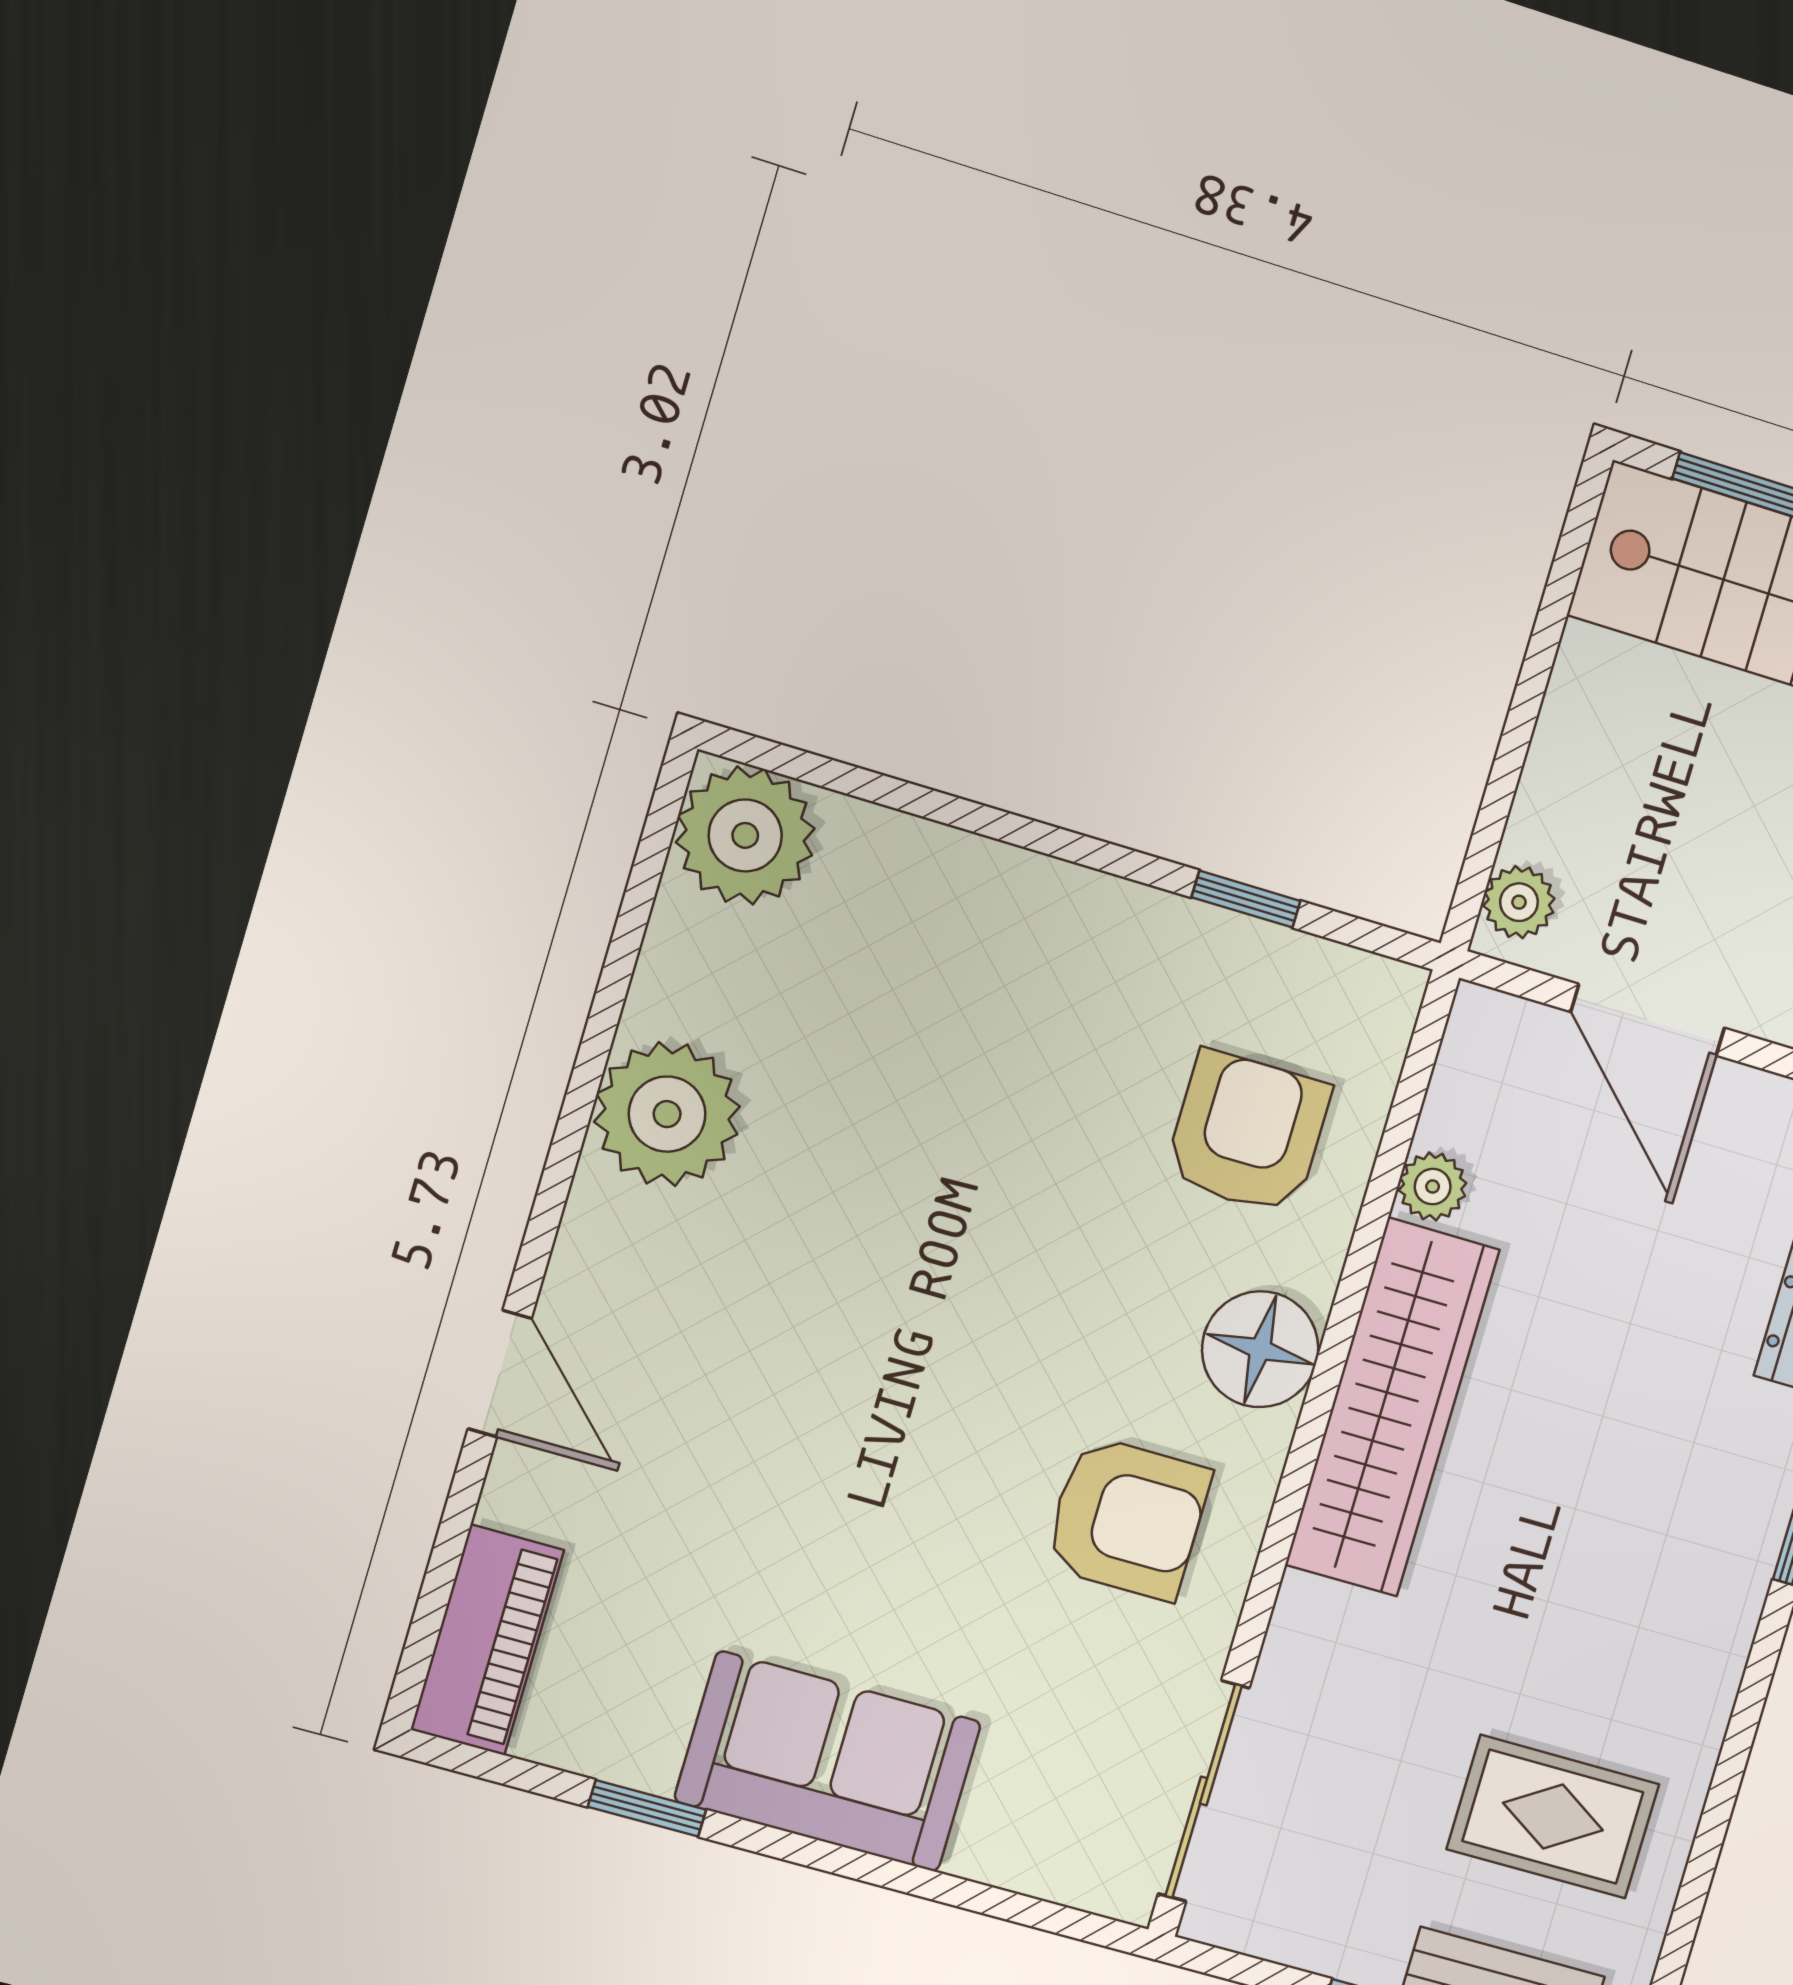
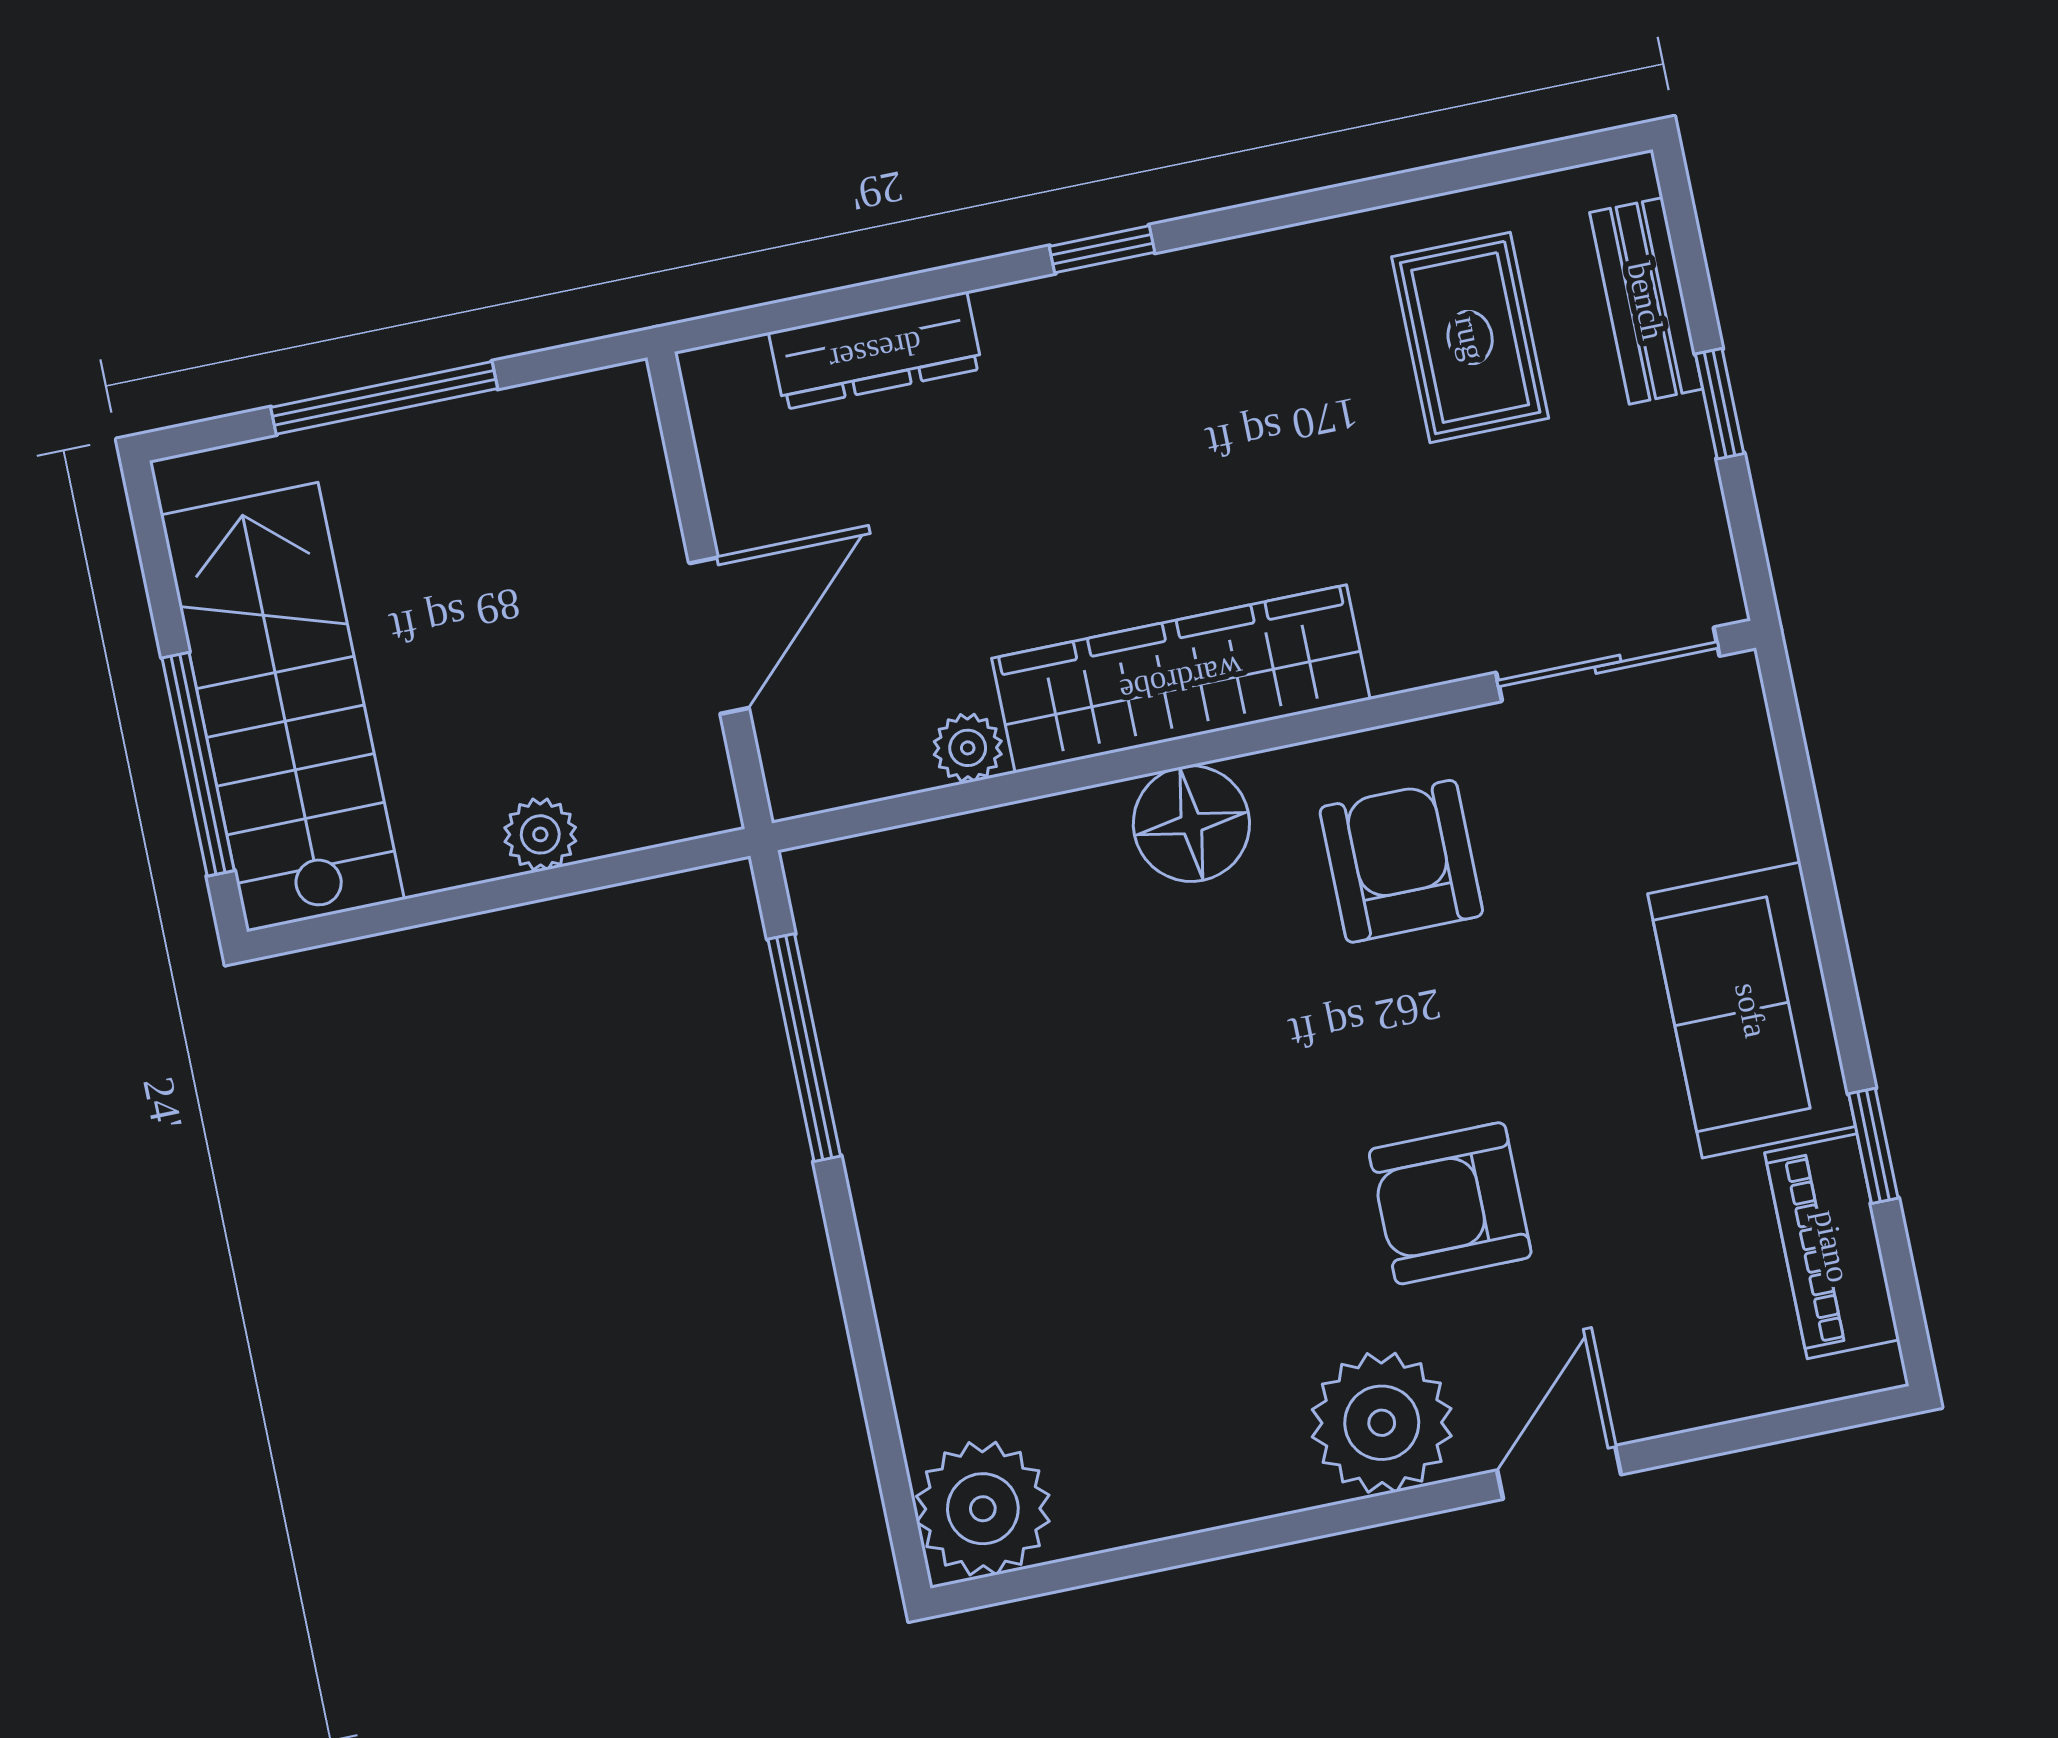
window: (1246, 899) -> (804, 1048), width x2.17
plant: (1519, 902) -> (540, 834), moved
plant: (667, 1114) -> (1382, 1423), moved
armchair: (1248, 1132) -> (1450, 1203), moved
piano: (487, 1640) -> (1832, 1246), moved, turned -90

